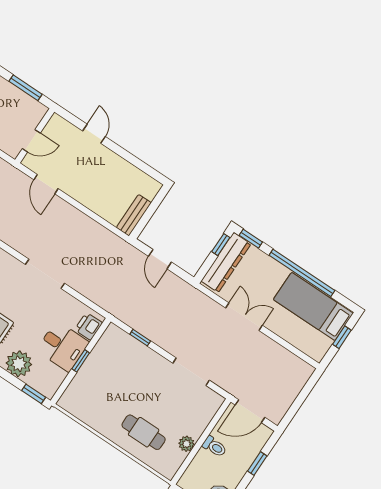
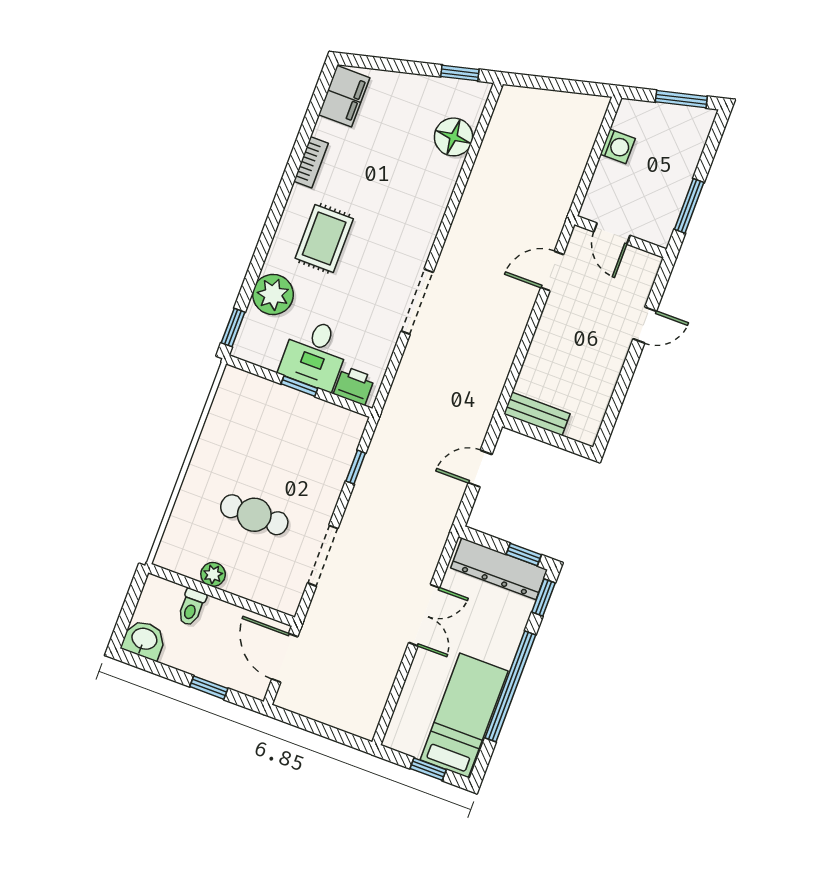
cafe table: (144, 432) -> (254, 515), moved, turned 90
toilet: (215, 447) -> (192, 607), moved

